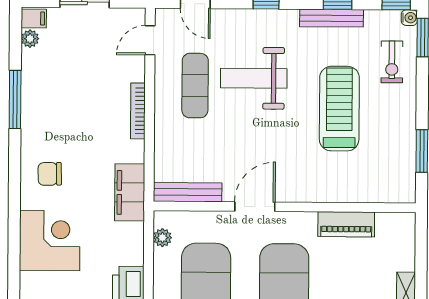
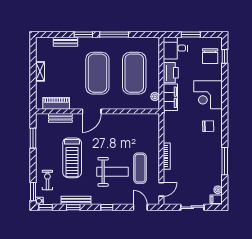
filing cabinet: (130, 192) -> (170, 97), moved
bench: (188, 192) -> (60, 118), moved, width x0.73
door: (255, 207) -> (92, 111), moved
piano: (346, 224) -> (56, 103), moved

